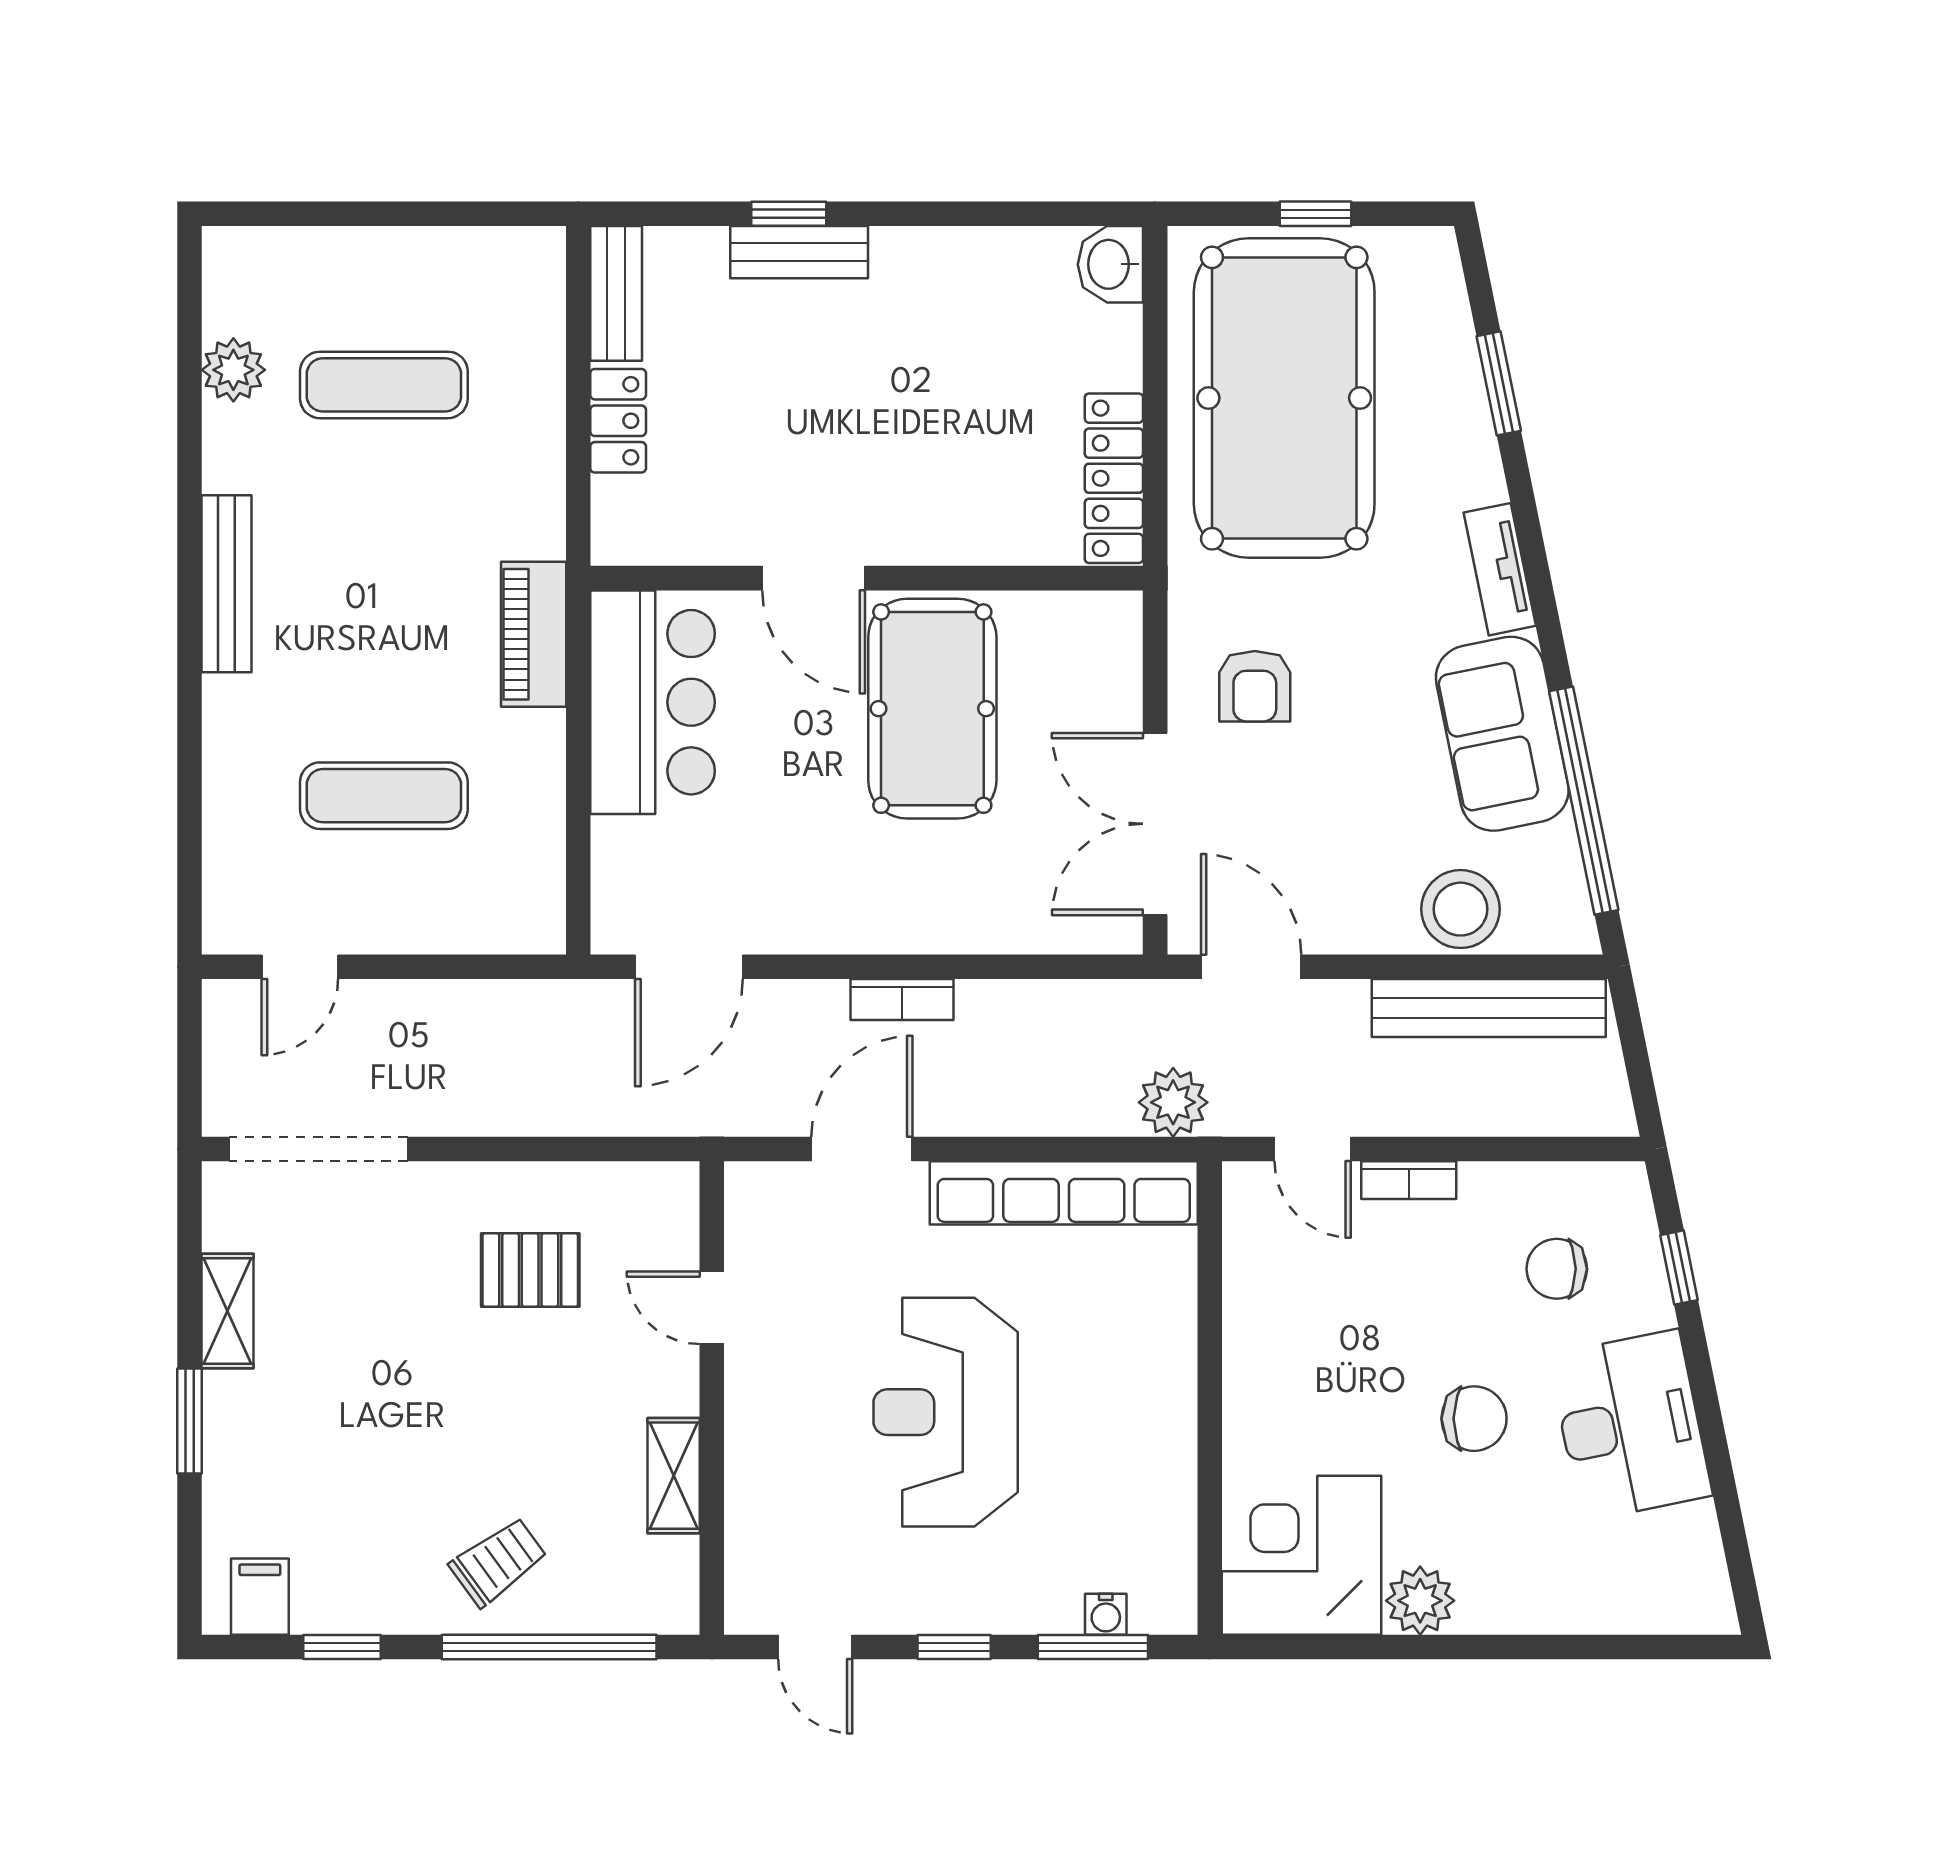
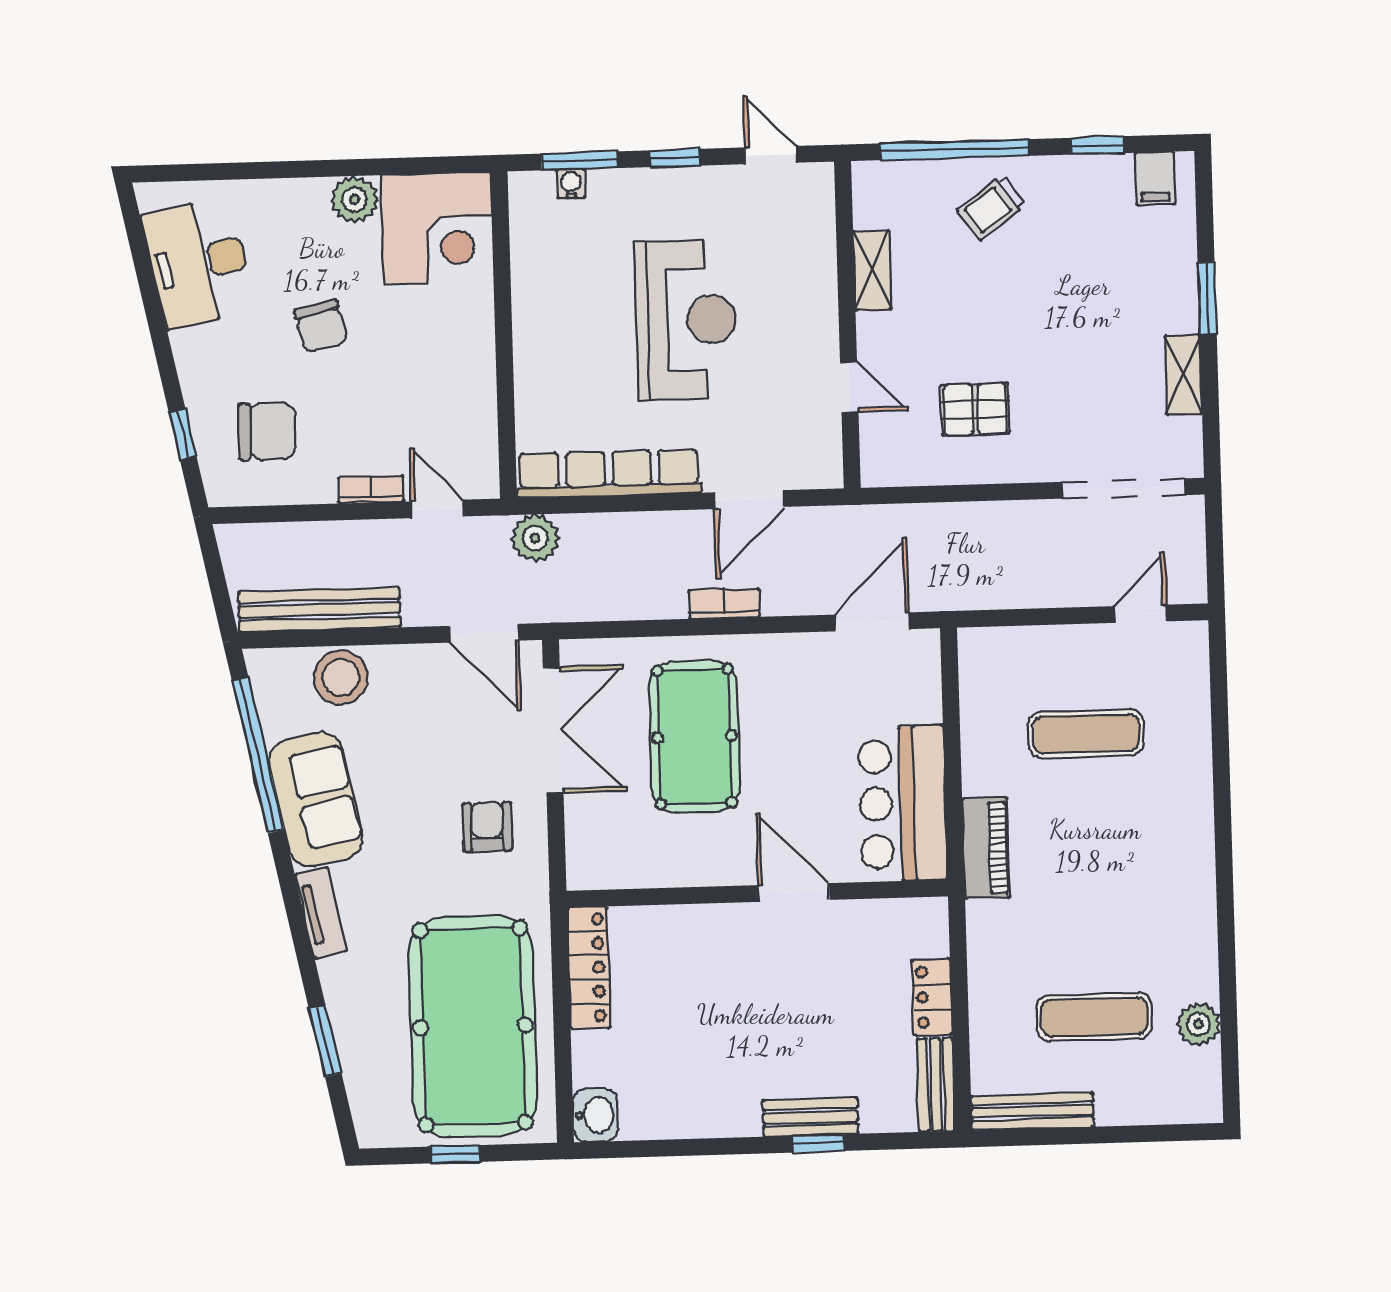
bench: (226, 584) -> (1032, 1112), moved, turned 90
pool table: (932, 709) -> (694, 737), moved
chair: (1557, 1269) -> (267, 431), width x1.37, depth x1.37
chair: (1474, 1419) -> (321, 326), turned -104
desk: (1630, 1425) -> (199, 263), moved

